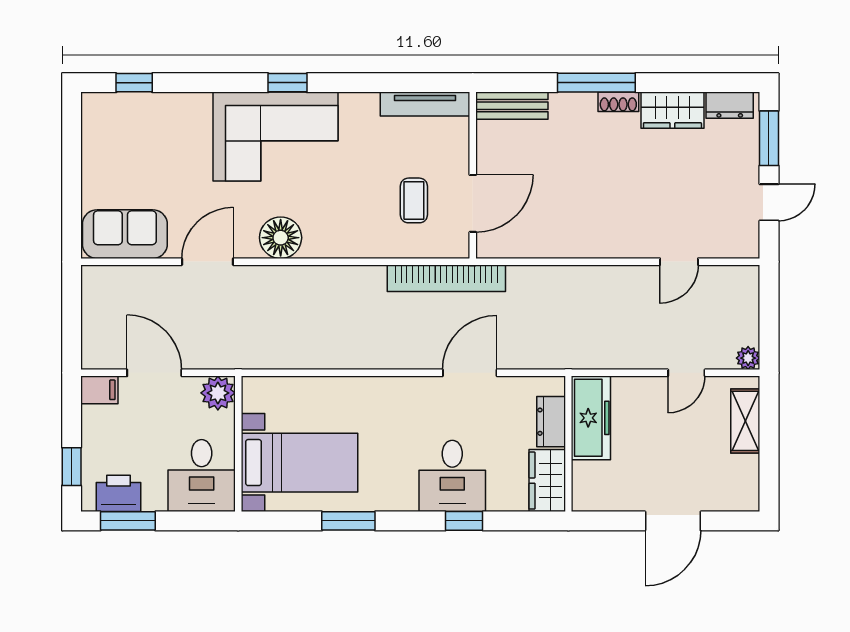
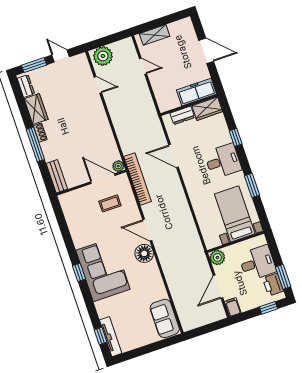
tv unit: (425, 104) -> (111, 337), moved
plant: (489, 246) -> (118, 166), added
door: (208, 262) -> (147, 230), moved
plant: (748, 358) -> (103, 56), moved, width x1.88, depth x1.88
freezer: (591, 418) -> (197, 92), moved
desk: (202, 476) -> (257, 263), moved
desk: (452, 476) -> (223, 161), moved

